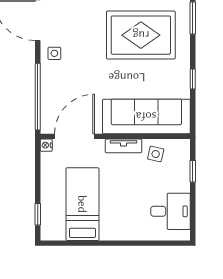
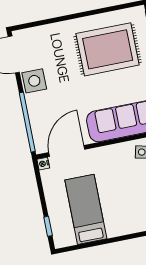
side table: (54, 53) -> (34, 81), width x1.87, depth x1.87
tv unit: (124, 146) -> (112, 151), removed

